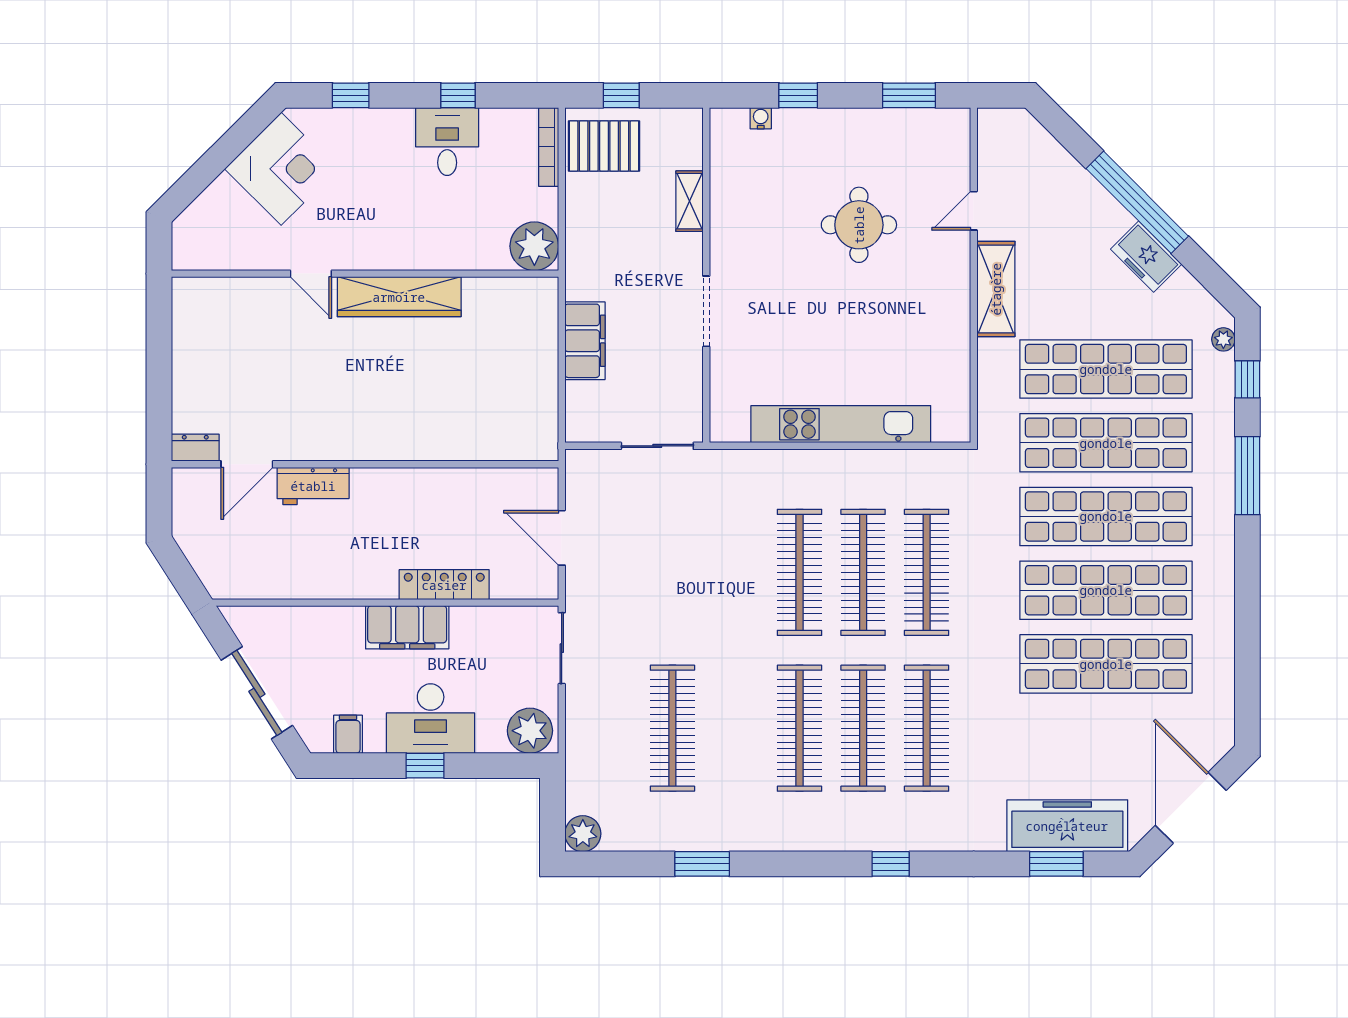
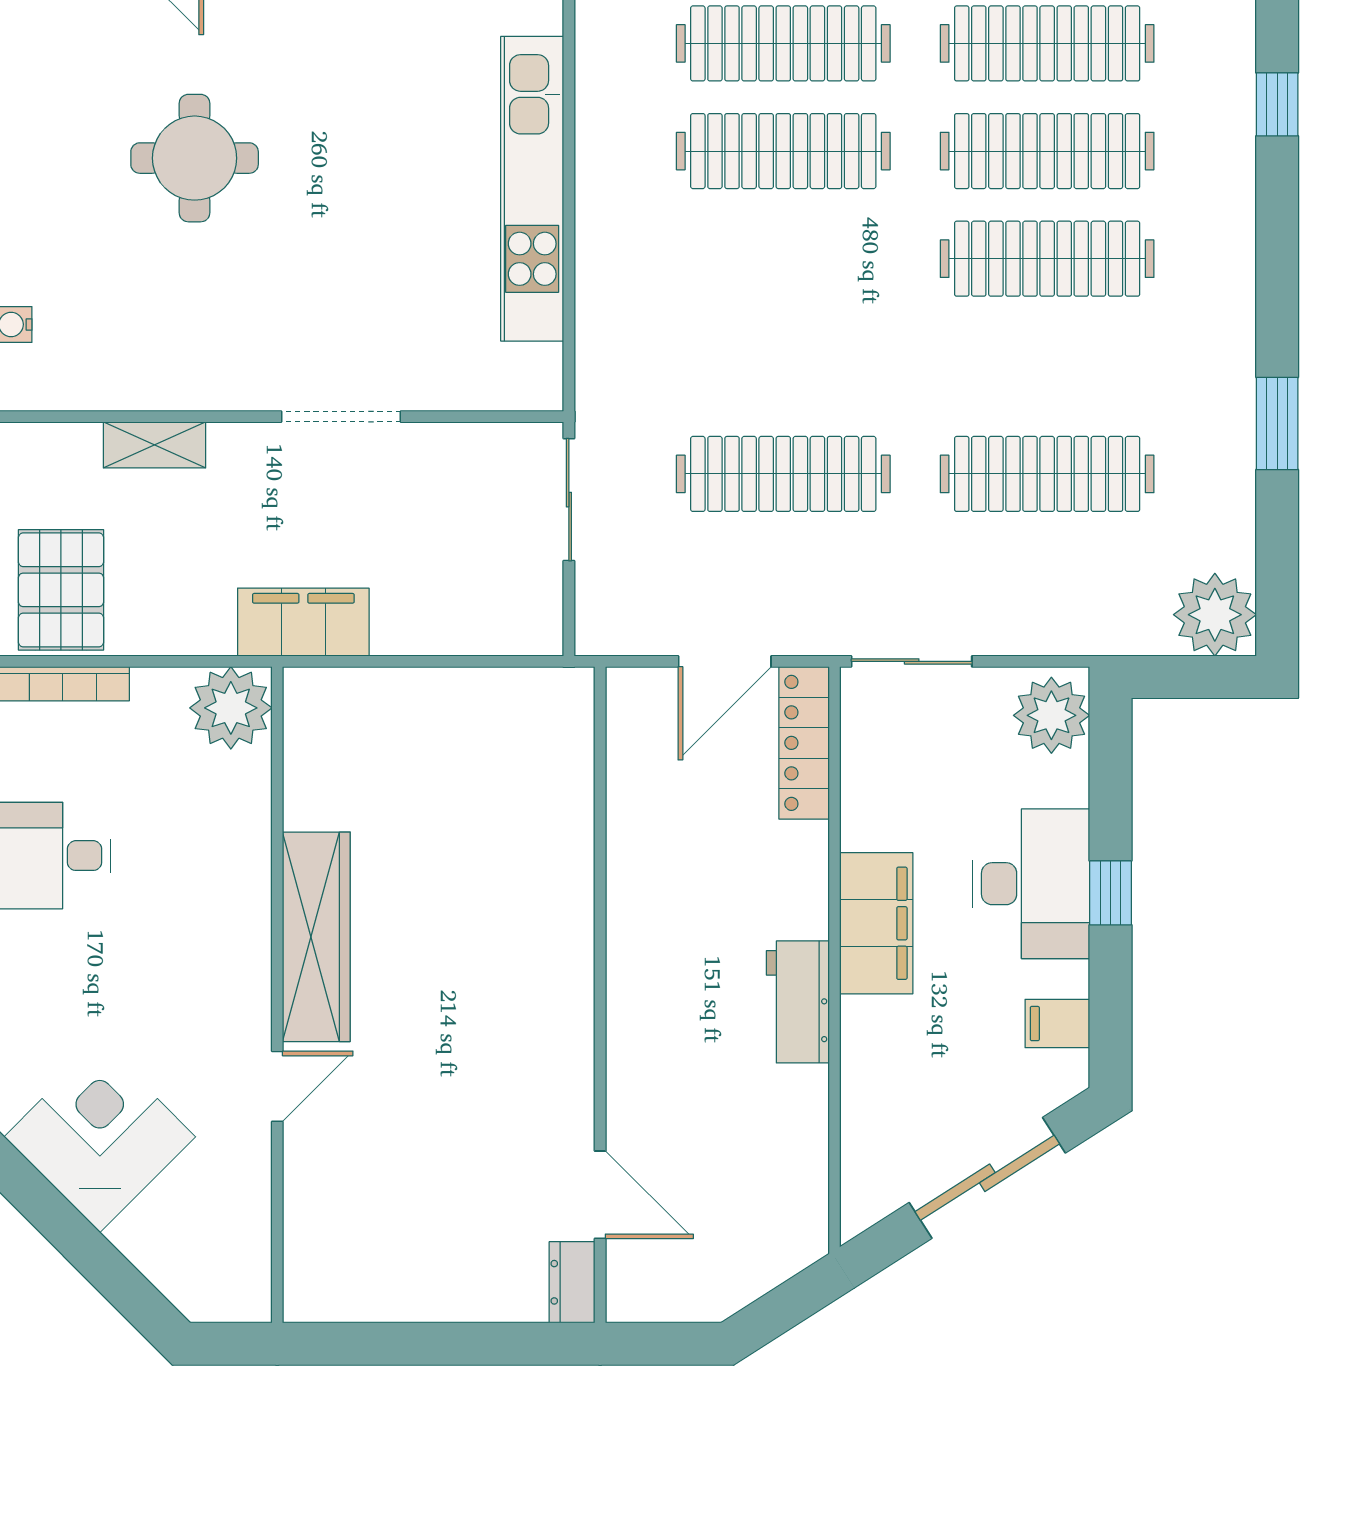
filing cabinet: (585, 341) -> (303, 622), moved
workbench: (313, 486) -> (798, 1002), moved, turned 180
clothes rail: (800, 572) -> (783, 474), moved
locker: (444, 585) -> (804, 743), moved
plant: (583, 834) -> (1215, 615), width x1.36, depth x1.36

